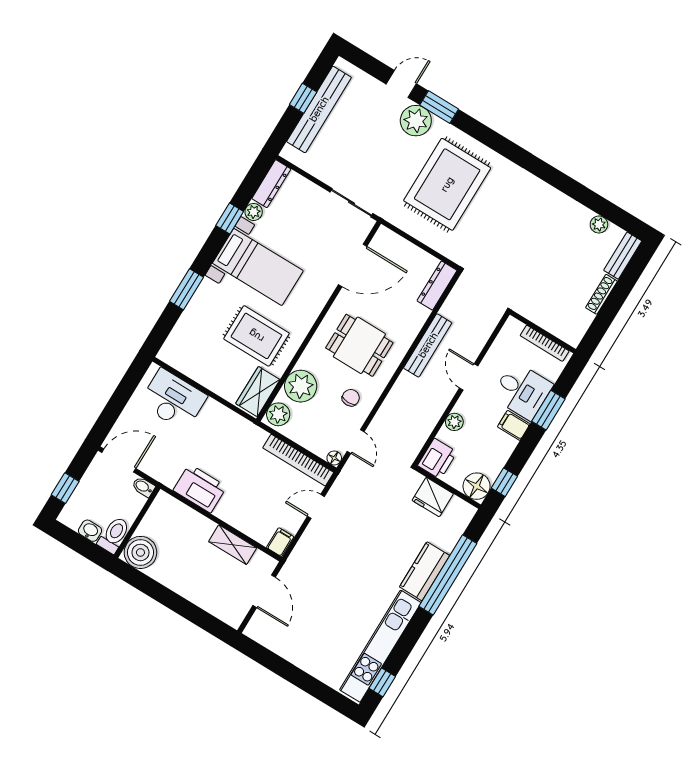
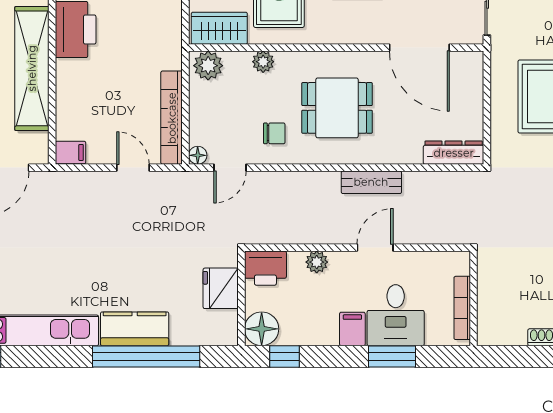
dining table: (359, 345) -> (337, 108), turned 90
bench: (428, 345) -> (371, 182), width x0.73
plant: (301, 386) -> (263, 62), width x0.53, depth x0.53
shelving: (233, 545) -> (32, 68), width x2.20, depth x1.33

